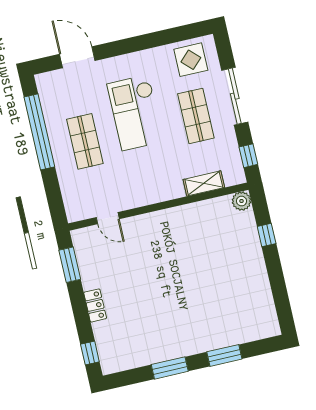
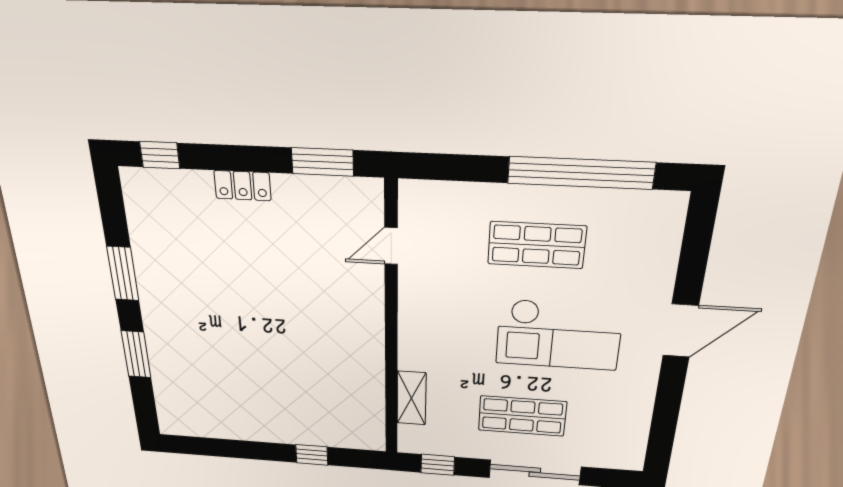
door: (77, 57) -> (681, 331), moved
display table: (191, 60) -> (615, 433), removed
checkout: (135, 113) -> (559, 335), turned 180
plant: (241, 201) -> (371, 438), removed

